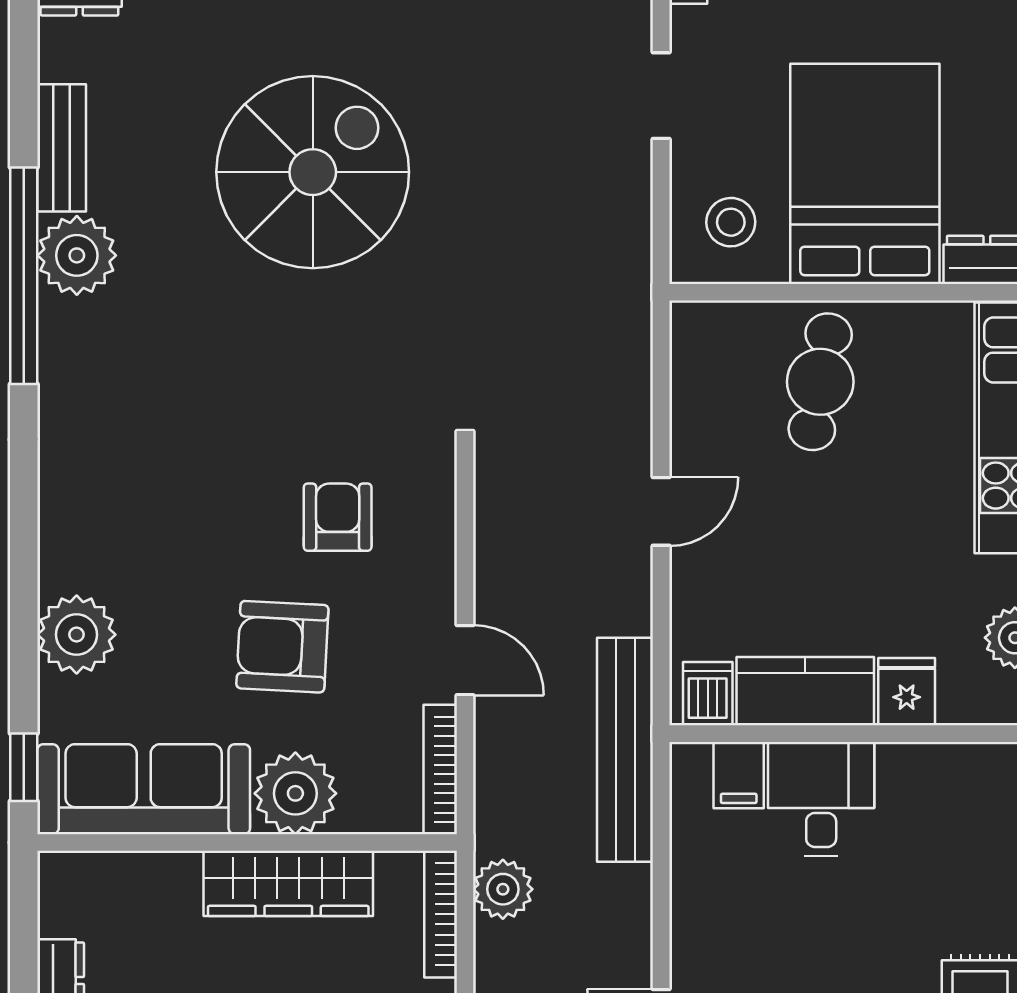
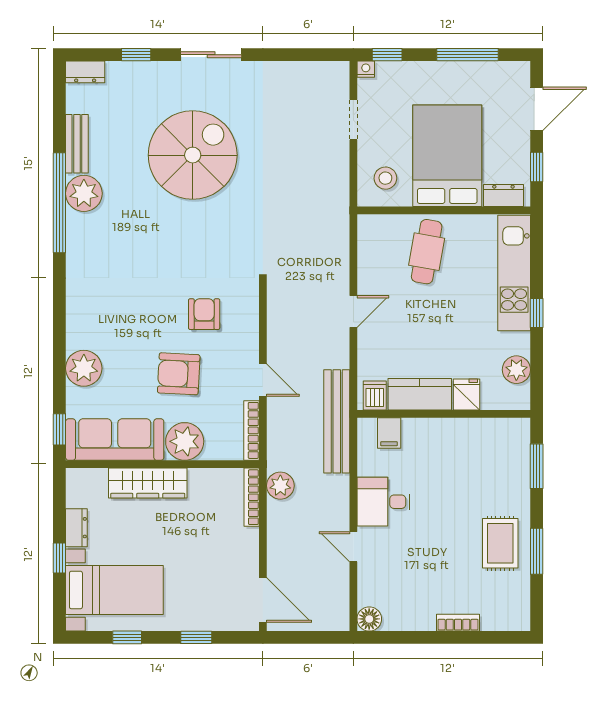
desk: (821, 799) -> (383, 502), moved, turned -90
wardrobe: (288, 883) -> (148, 483), moved

